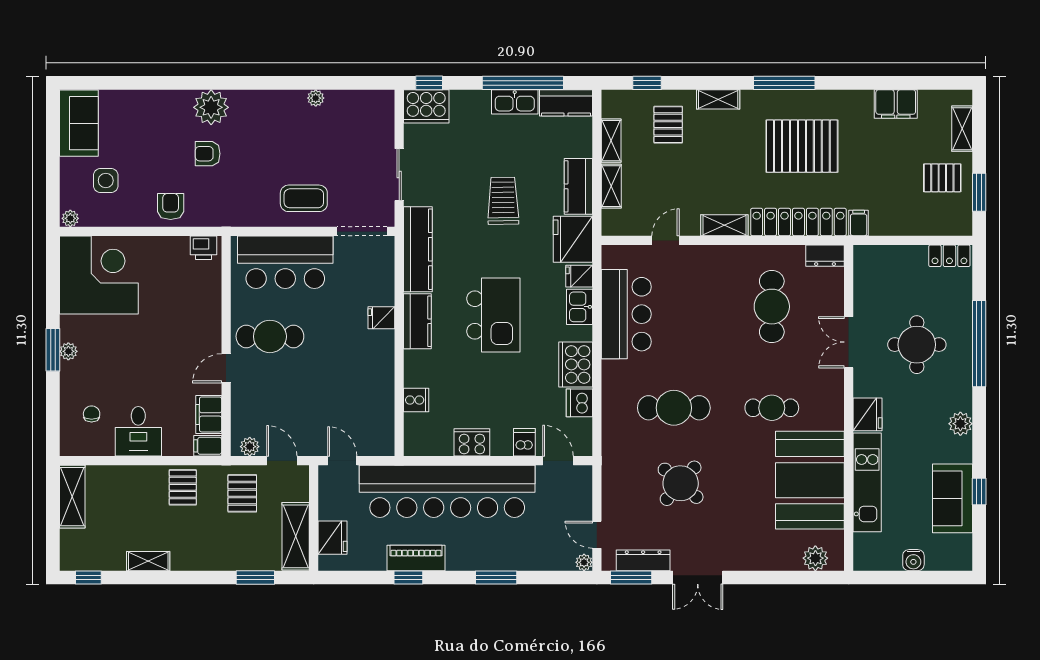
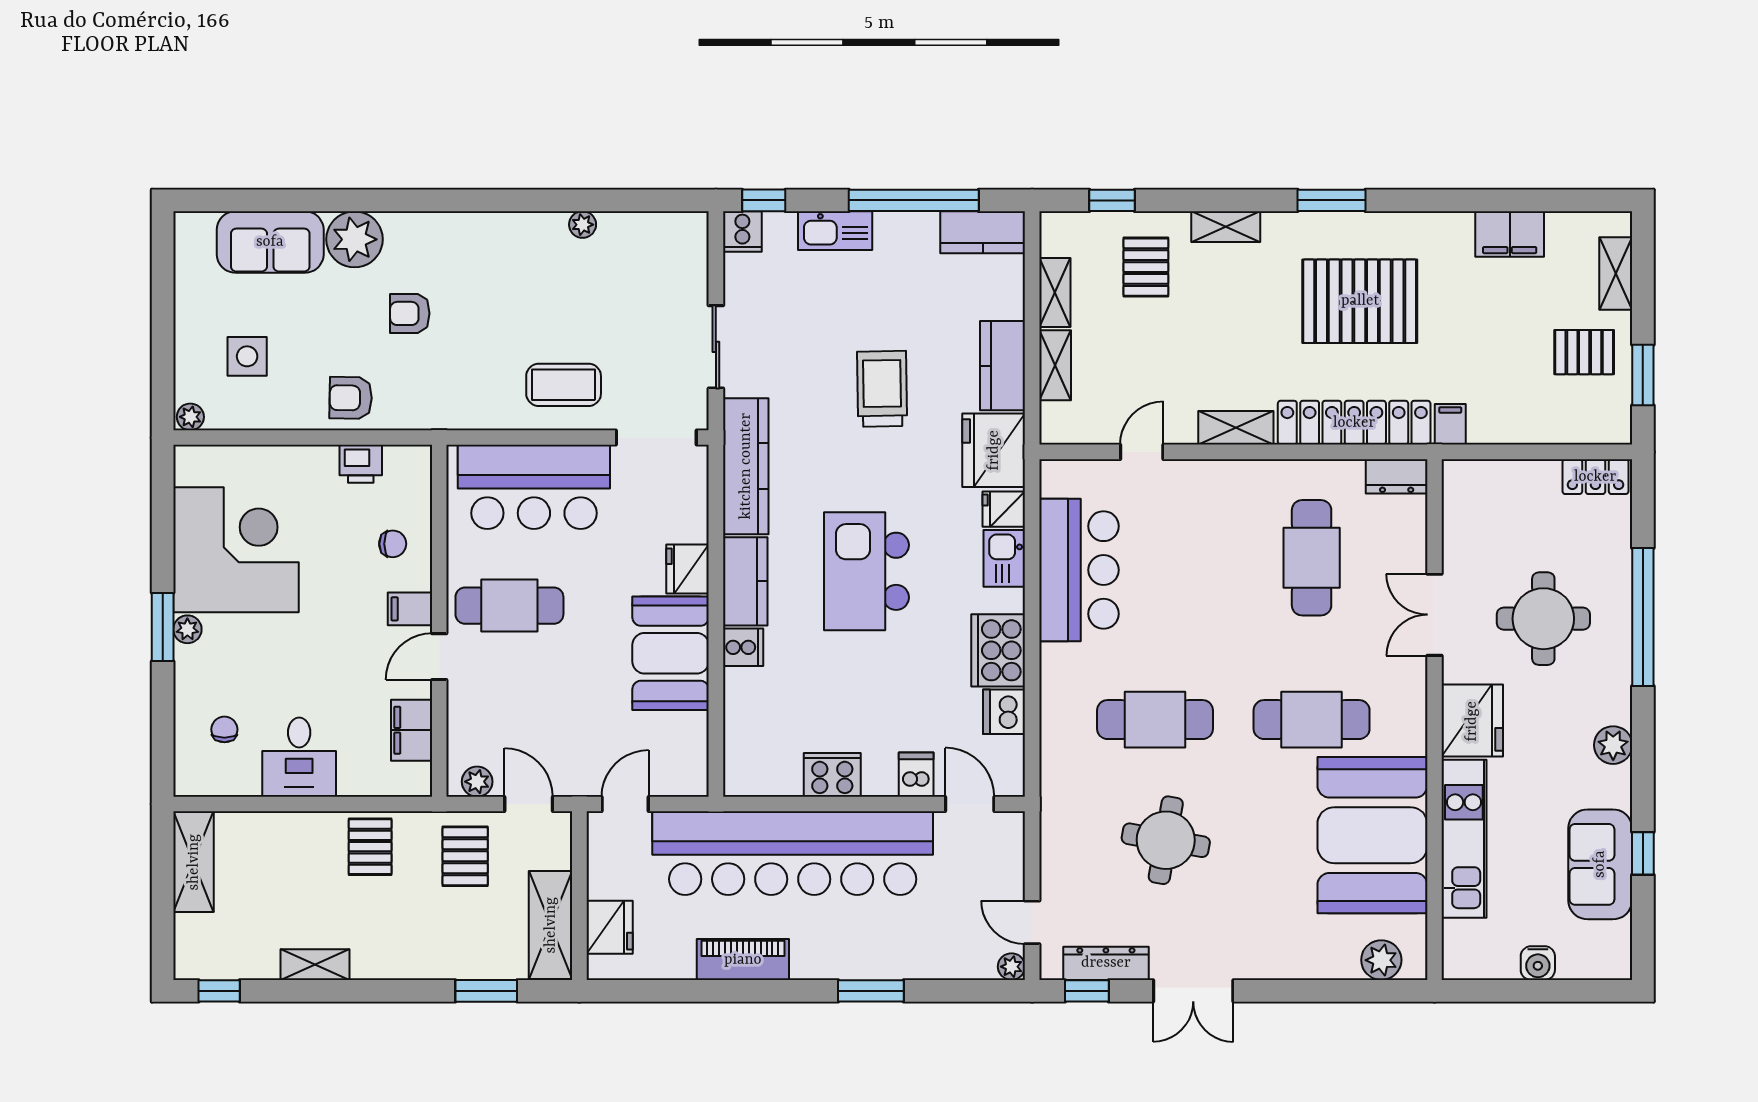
window: (784, 83) -> (1332, 200), width x0.69
kitchen sink: (515, 102) -> (835, 231), moved
cooker: (426, 106) -> (742, 232), width x0.53, depth x0.76
plant: (211, 107) -> (354, 239), moved
sofa: (79, 123) -> (270, 242), moved, turned 90
armchair: (171, 206) -> (351, 398), turned -89
printer: (203, 248) -> (361, 464), moved
corner desk: (99, 275) -> (236, 550), moved
chair: (197, 298) -> (393, 544), added
kitchen island: (493, 315) -> (866, 571), turned 180
fridge: (381, 318) -> (688, 569), width x1.38
booth: (371, 366) -> (671, 653), added
cooker: (416, 400) -> (743, 647), moved
cafe table: (772, 408) -> (1312, 720), width x1.37, depth x1.35
fridge: (867, 414) -> (1472, 721), width x1.36, depth x1.34
filing cabinet: (208, 446) -> (410, 609), moved
door: (342, 461) -> (625, 804), hinge flipped
round table: (681, 483) -> (1166, 840), turned -31
window: (408, 577) -> (731, 991), removed
window: (631, 577) -> (1087, 991), width x0.67

